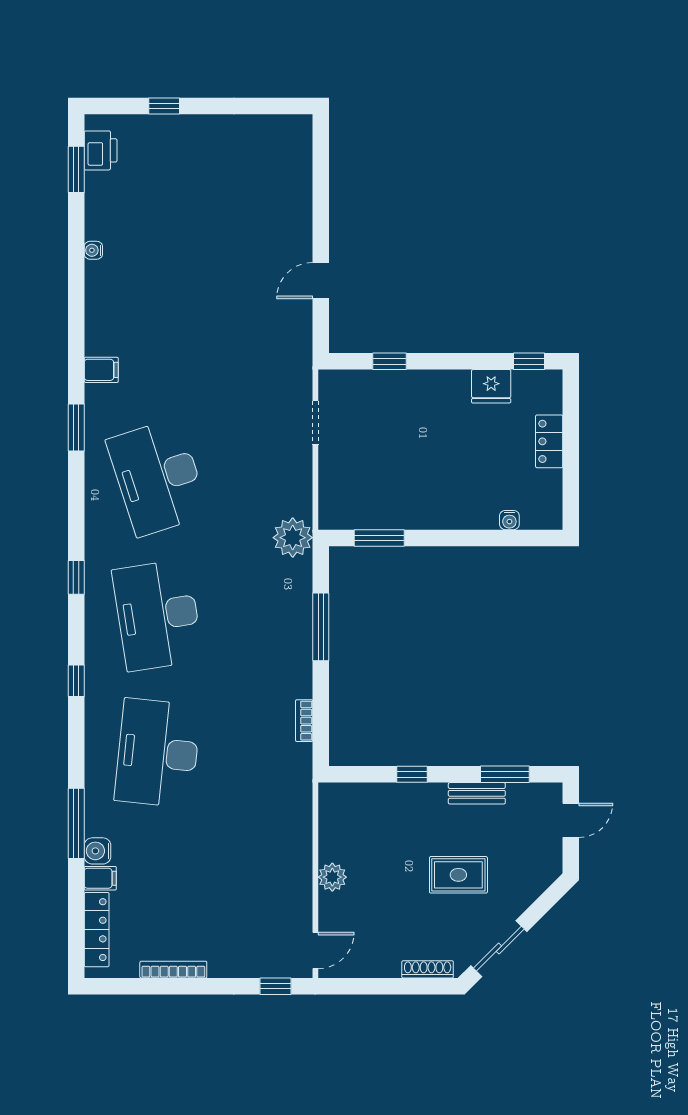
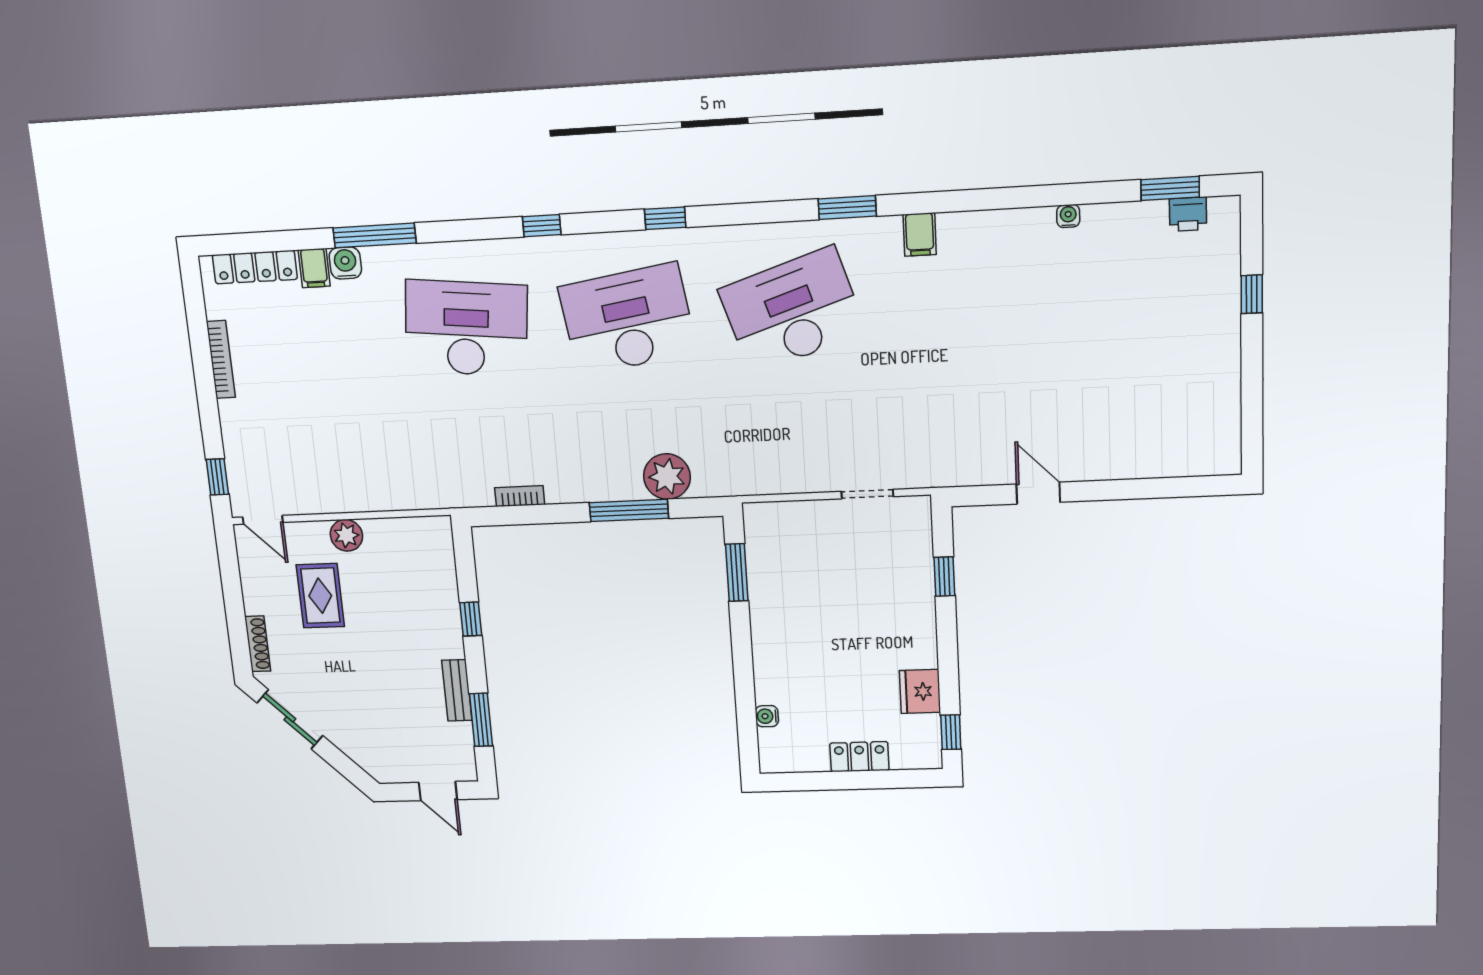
printer: (101, 150) -> (1188, 214), width x0.73, depth x0.81
plant: (293, 538) -> (667, 477), moved
rug: (458, 875) -> (320, 596), moved

